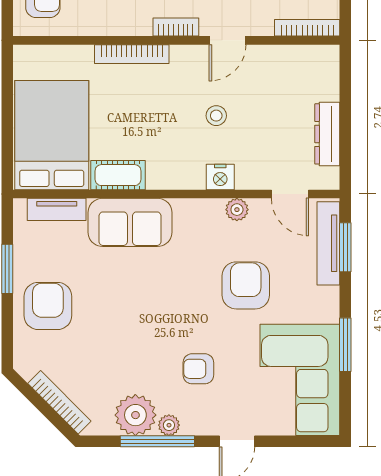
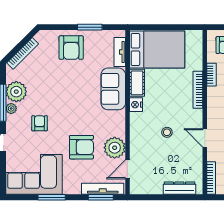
bookcase: (176, 27) -> (212, 75), moved
dresser: (327, 134) -> (179, 188), moved
nightstand: (220, 177) -> (136, 105), moved
plant: (237, 210) -> (115, 148), width x1.88, depth x1.88
armchair: (48, 306) -> (71, 48), turned 90

